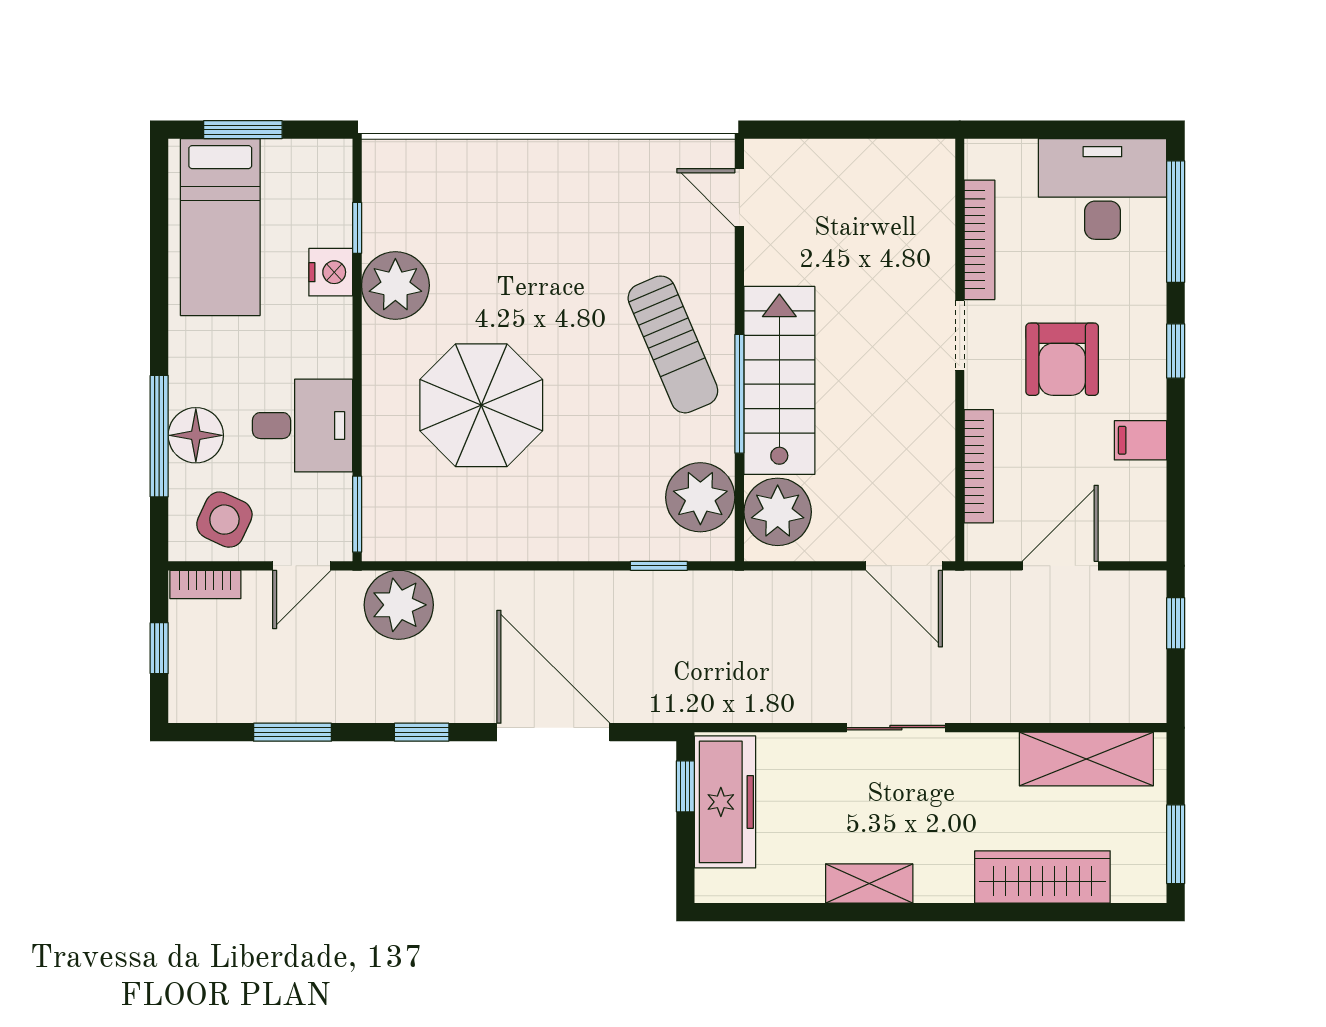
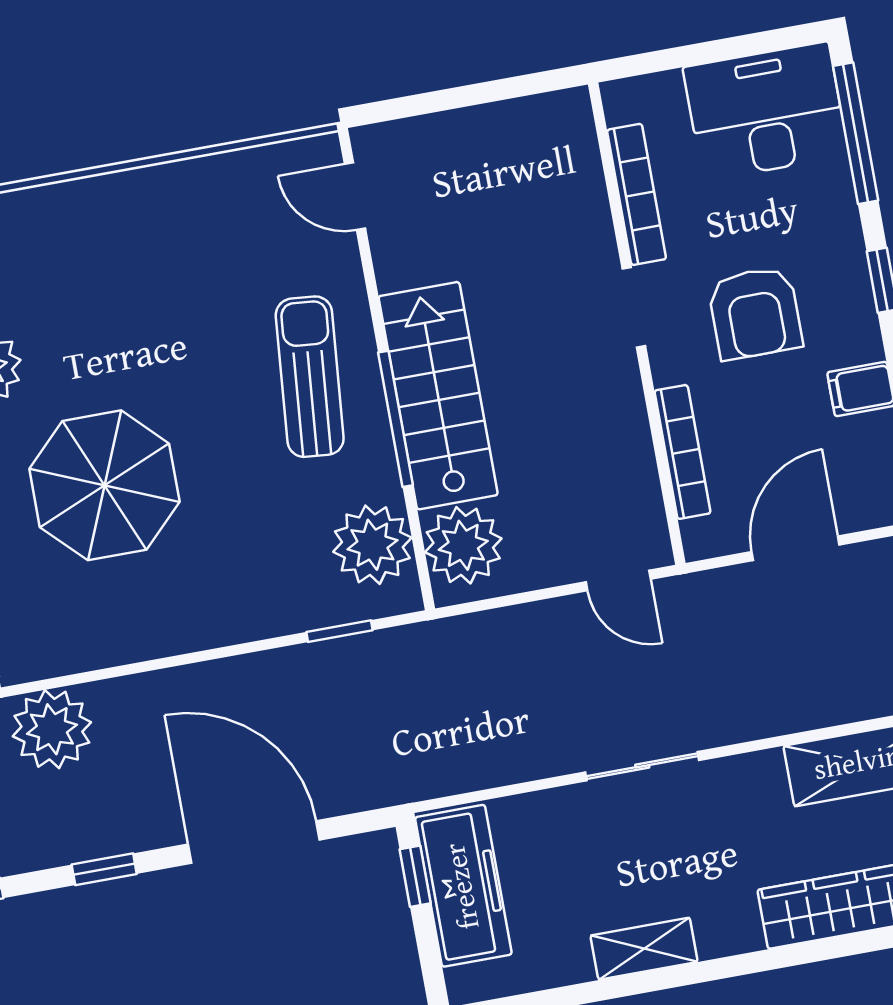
sun lounger: (673, 344) -> (310, 377), turned -152
door: (904, 566) -> (618, 580), width x0.73

